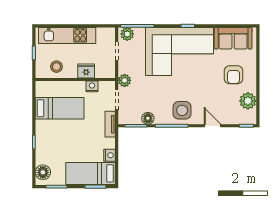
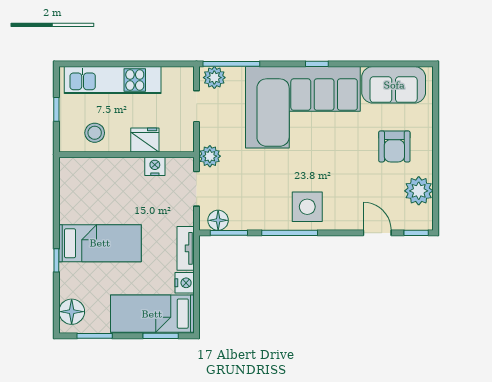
bed: (60, 108) -> (100, 243), moved
floor lamp: (148, 118) -> (218, 220), moved
tv unit: (110, 124) -> (186, 248), moved
door: (213, 126) -> (377, 233), moved

